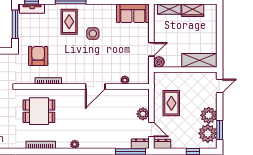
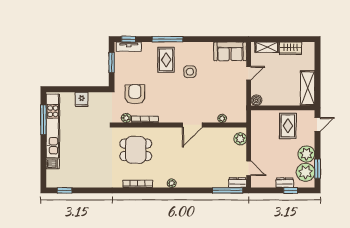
window: (15, 24) -> (112, 62), width x0.69
door: (151, 49) -> (249, 73), moved
shelving: (199, 60) -> (308, 88), moved, turned 90
plant: (29, 80) -> (126, 118), added
rug: (171, 103) -> (288, 126), moved
plant: (143, 114) -> (240, 139), moved
dresser: (162, 144) -> (285, 183), moved

